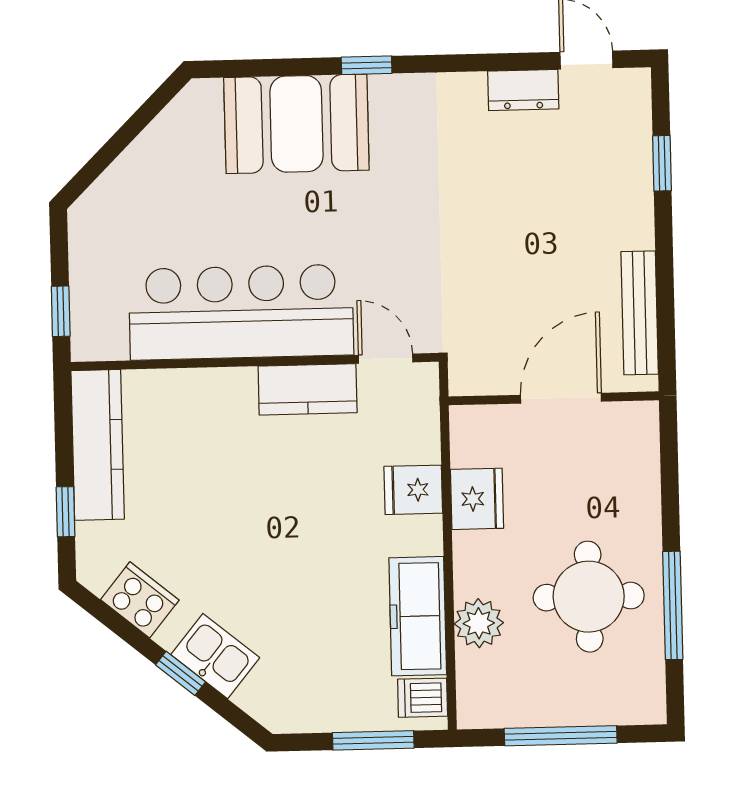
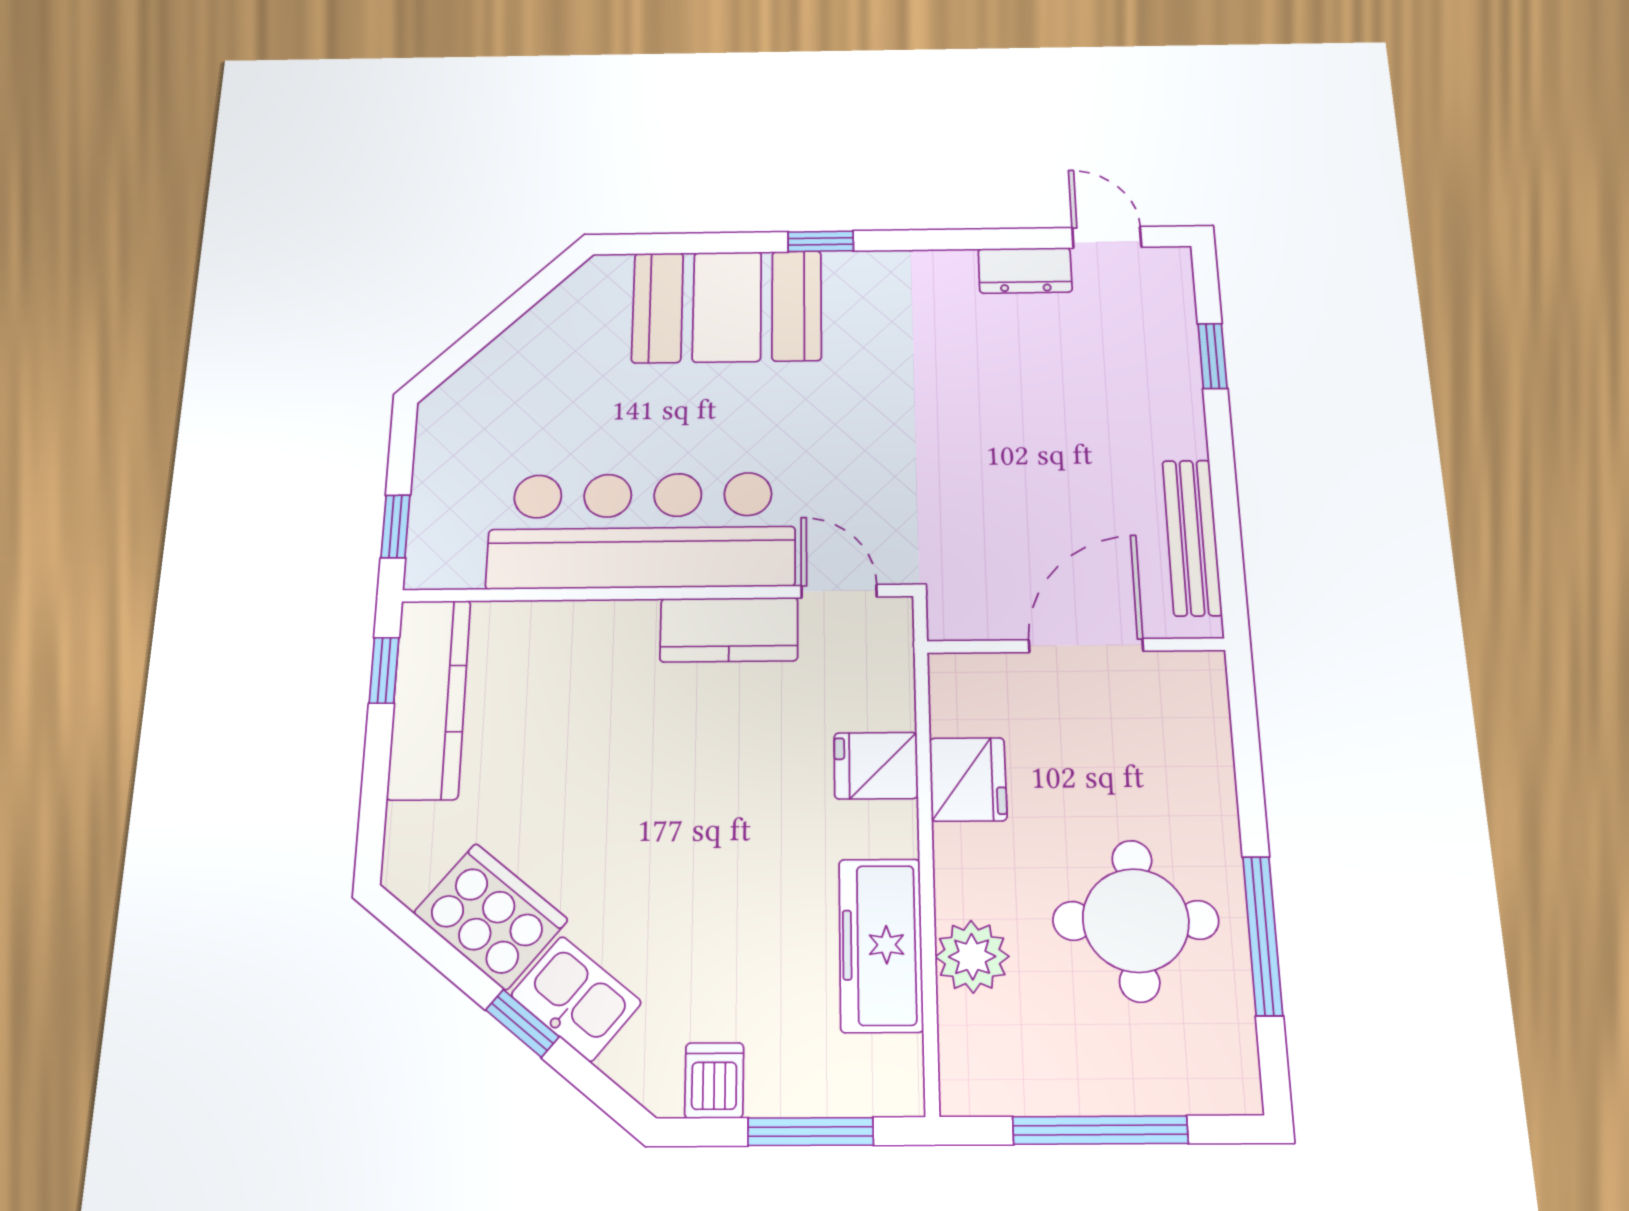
window: (66, 512) -> (384, 670), moved
cooker: (140, 600) -> (491, 916), width x1.37, depth x1.31
dishwasher: (423, 698) -> (714, 1080), moved, turned 90

